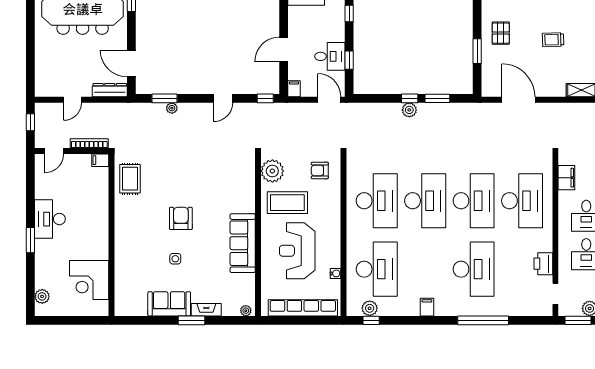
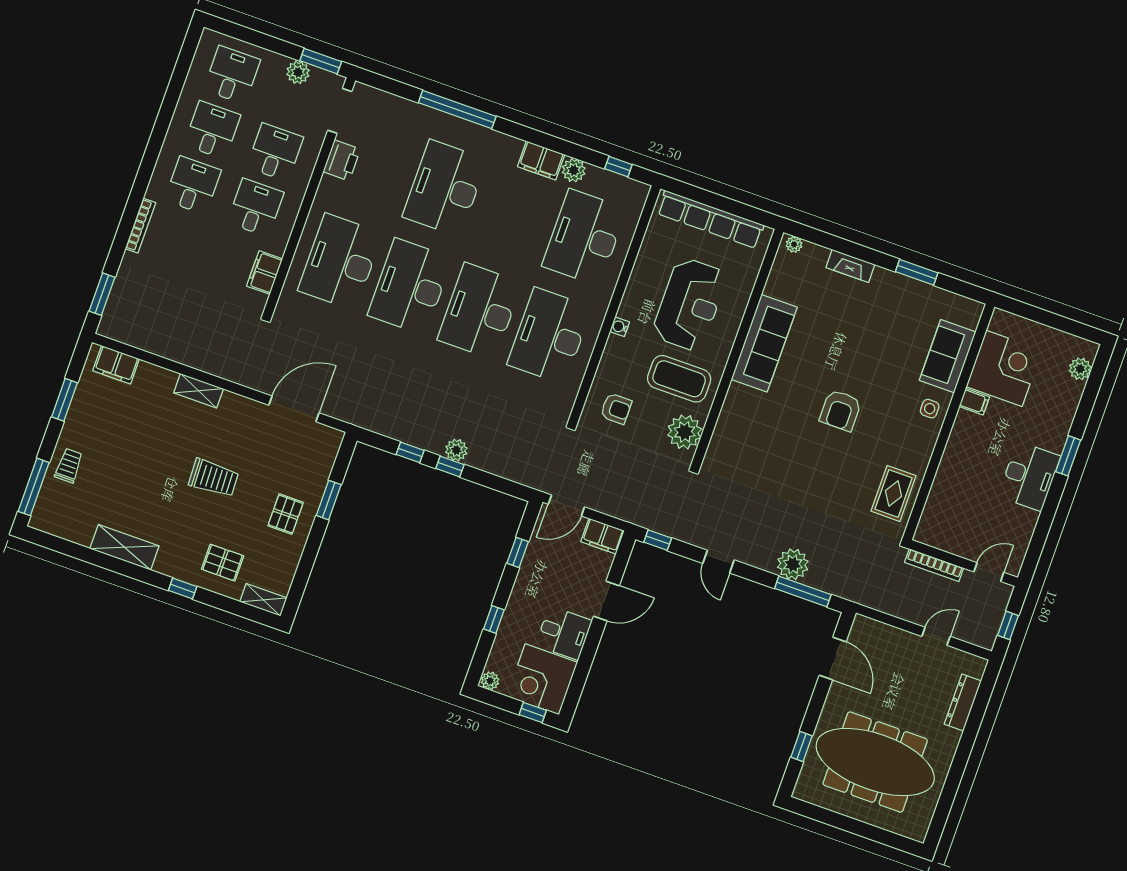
trolley: (553, 40) -> (214, 478), width x1.36, depth x1.39
desk: (330, 56) -> (564, 633), moved, turned 180
filing cabinet: (294, 89) -> (603, 536), width x2.00
dresser: (110, 90) -> (963, 702), moved, turned 90
window: (165, 98) -> (803, 591), width x1.44
door: (223, 98) -> (719, 562), swing flipped
window: (437, 98) -> (410, 452), width x0.67
door: (329, 100) -> (566, 505), hinge flipped
door: (519, 100) -> (294, 409), swing flipped
plant: (172, 108) -> (793, 564), width x1.88, depth x1.88
filing cabinet: (100, 160) -> (974, 402), moved
side table: (175, 259) -> (930, 409), moved
water cooler: (335, 273) -> (620, 327), moved
doorway: (555, 294) -> (340, 111), width x1.38
sofa: (169, 304) -> (948, 356), moved, turned 90
filing cabinet: (427, 307) -> (541, 161), width x2.00
plant: (370, 308) -> (574, 170), moved
window: (191, 320) -> (917, 272), moved

